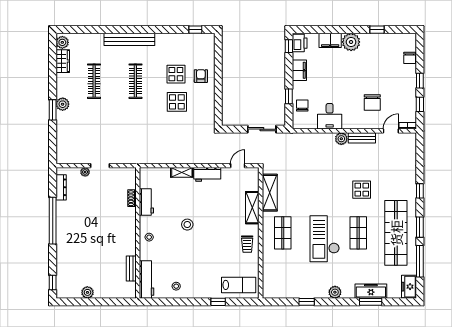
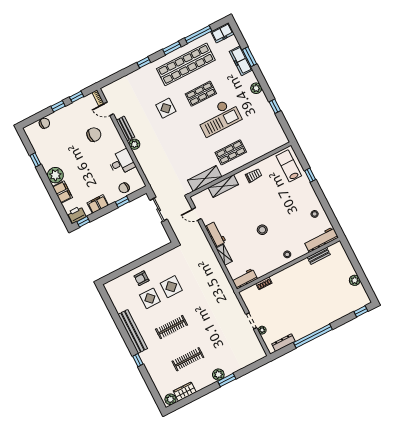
window: (195, 30) -> (138, 360), moved
bench: (129, 39) -> (133, 331), moved
workbench: (146, 202) -> (245, 279), moved

